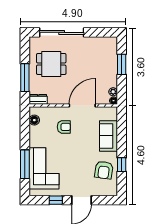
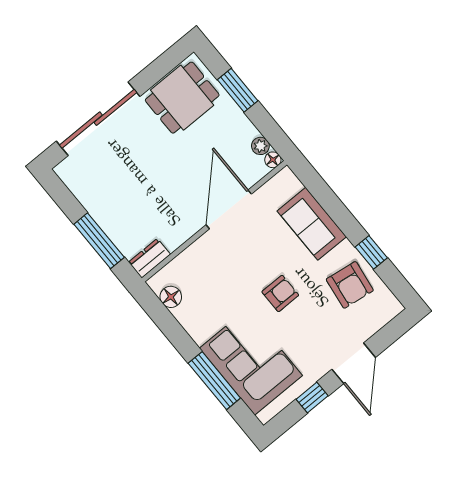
dining table: (51, 64) -> (182, 98), moved
armchair: (64, 127) -> (280, 293), moved

